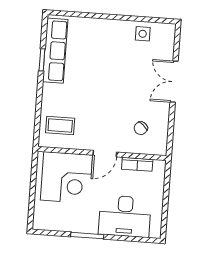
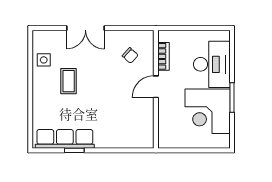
coffee table: (60, 126) -> (69, 81), moved
door: (105, 154) -> (156, 87), swing flipped
corner desk: (66, 178) -> (208, 111), moved, turned 180

